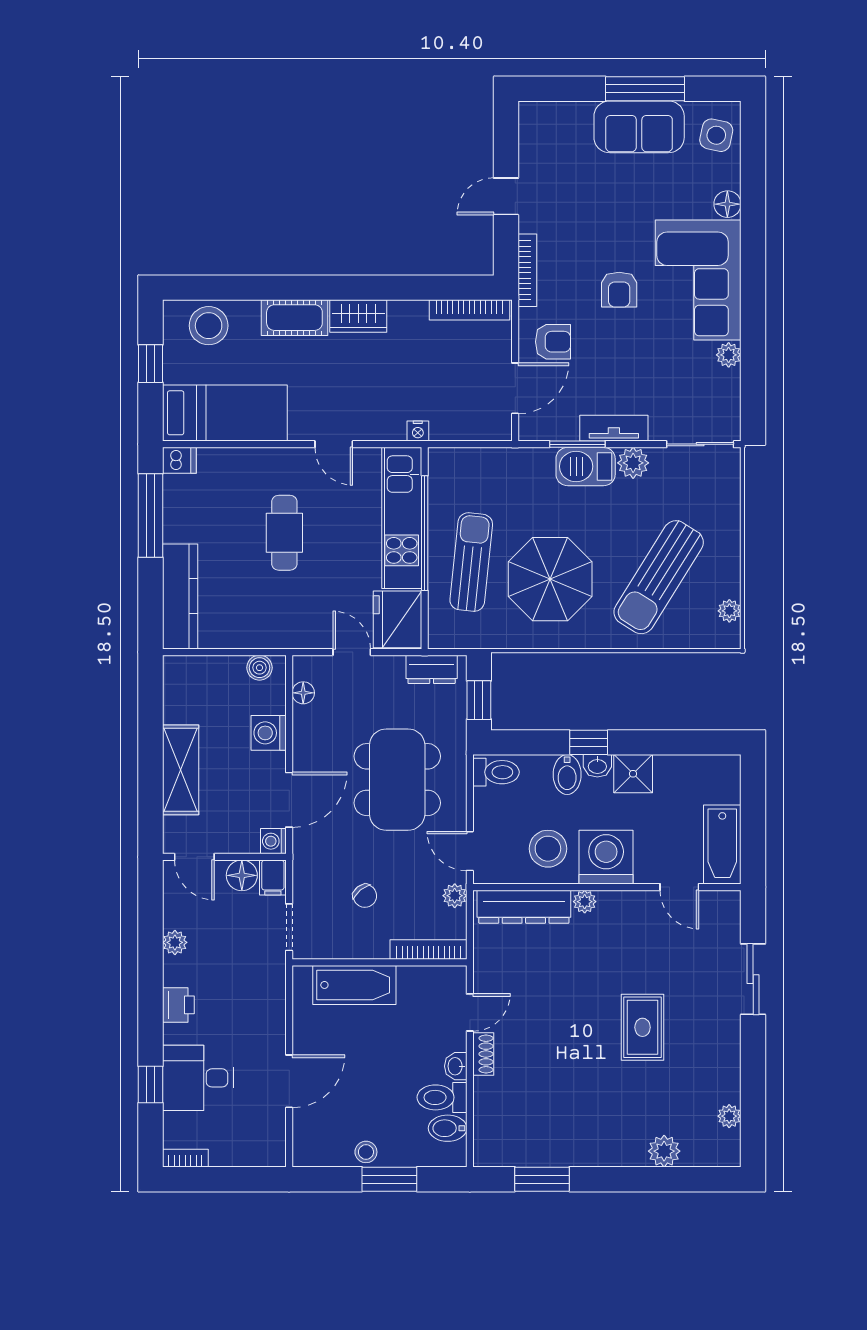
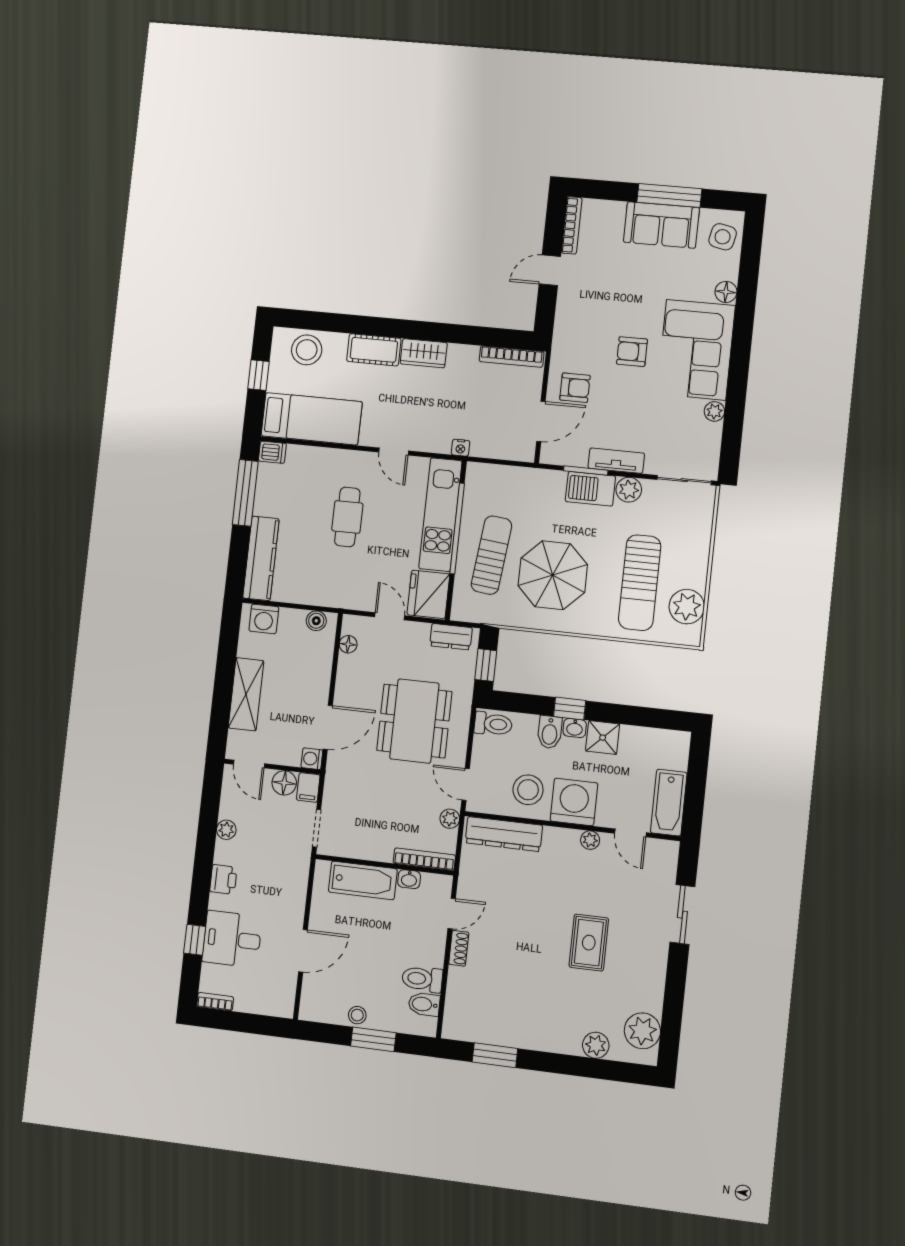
bookcase: (527, 270) -> (572, 225), moved
armchair: (619, 290) -> (632, 352), turned 90
sun lounger: (659, 577) -> (640, 583), turned -32
plant: (729, 611) -> (687, 607), width x1.87, depth x1.87
washing machine: (269, 733) -> (264, 619), moved, turned -90
chair: (365, 896) -> (379, 810), removed
plant: (585, 902) -> (590, 840), moved
washbasin: (456, 1066) -> (409, 879), moved, turned -90
plant: (729, 1116) -> (642, 1031), width x1.88, depth x1.88

